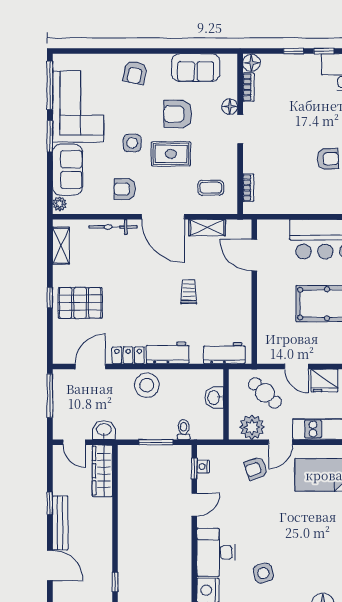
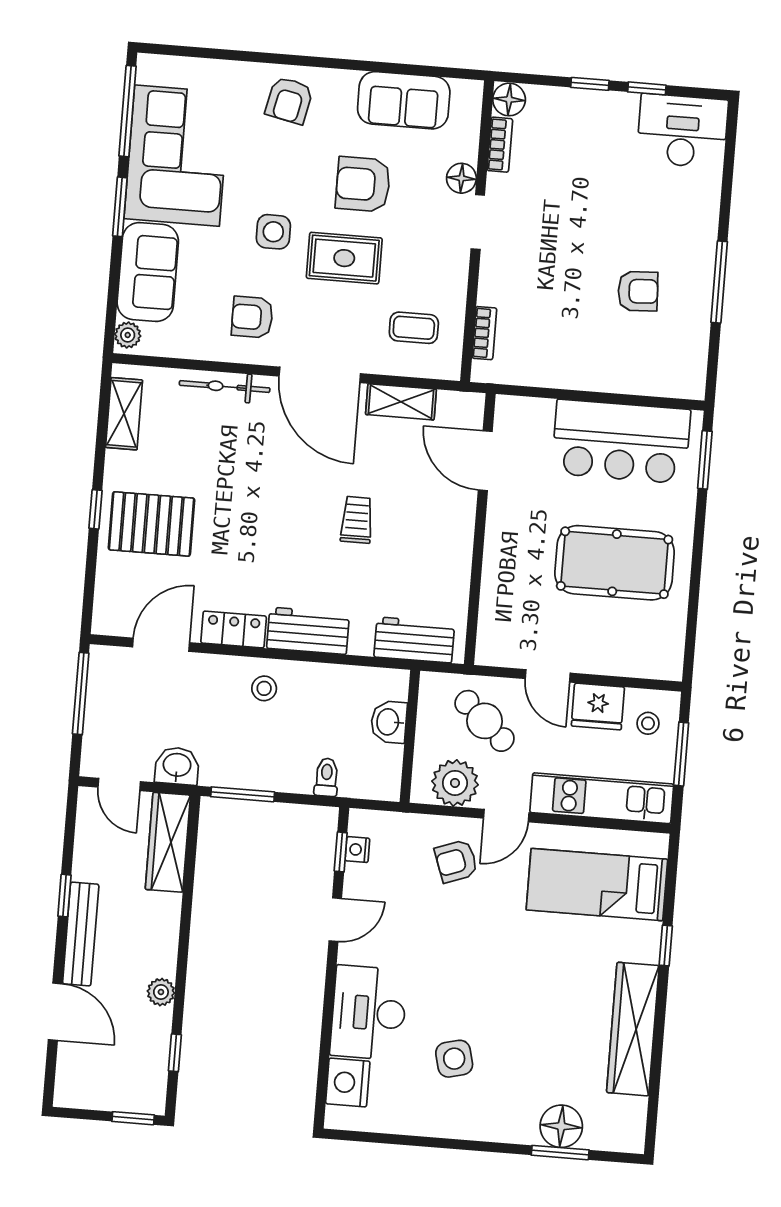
stool: (147, 385) -> (264, 688), width x0.53, depth x0.53
window: (156, 442) -> (243, 794), moved
plant: (105, 550) -> (161, 992), added

